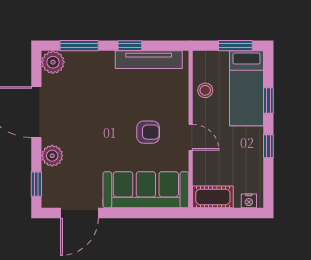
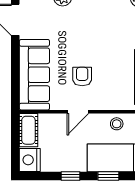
armchair: (148, 132) -> (82, 77), turned 180
nightstand: (249, 201) -> (30, 160), width x1.89, depth x1.79

